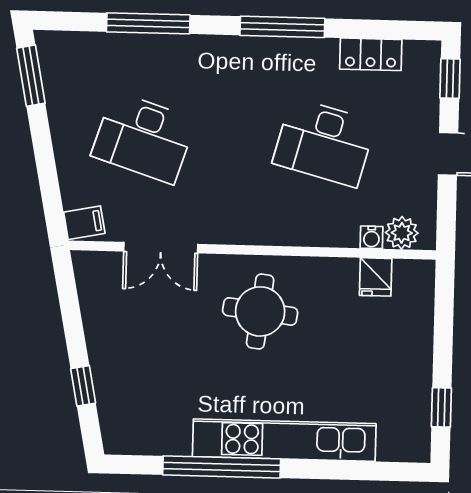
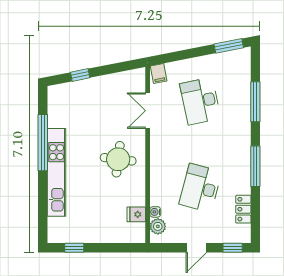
desk: (144, 138) -> (200, 101), turned -30

